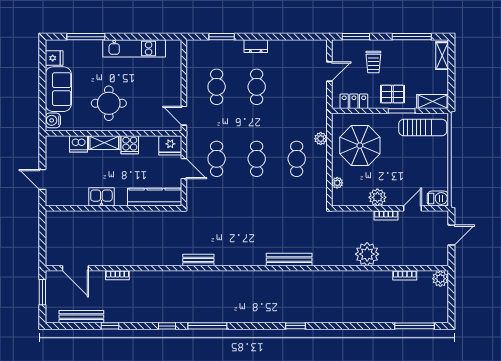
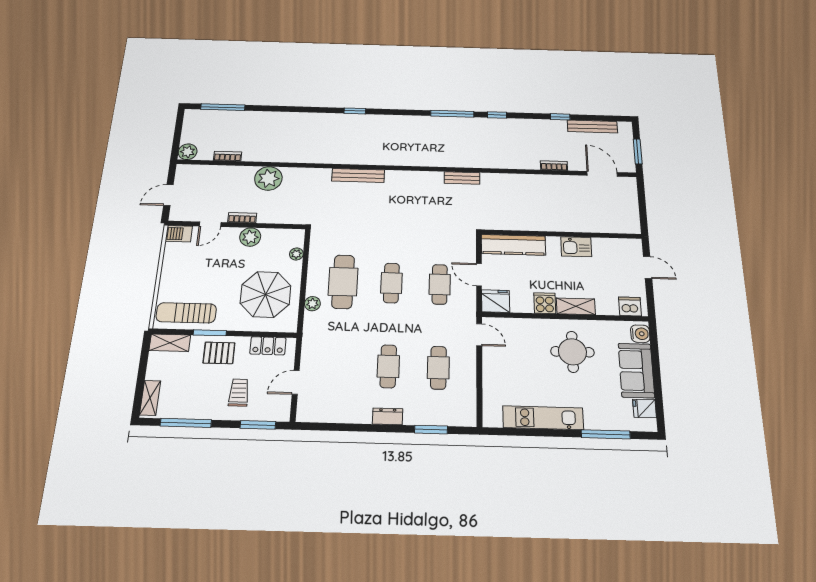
dishwasher: (78, 144) -> (630, 306), moved
cafe table: (297, 159) -> (343, 282), width x1.37, depth x1.35

